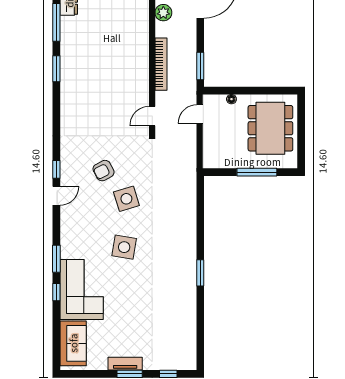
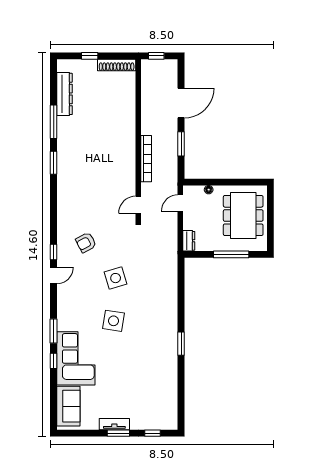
plant: (163, 13) -> (148, 113), removed
window: (200, 66) -> (181, 144), moved
dresser: (209, 157) -> (189, 241), added
armchair: (104, 171) -> (86, 243), moved

